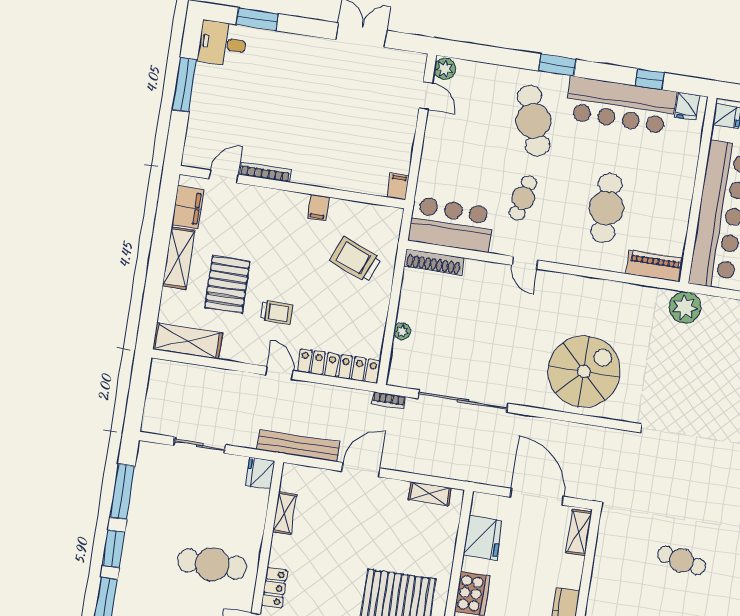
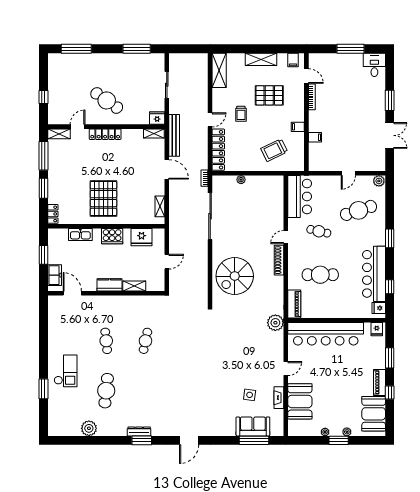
window: (257, 19) -> (390, 100), moved
door: (426, 96) -> (348, 173), moved
cafe table: (534, 121) -> (359, 210), moved
filing cabinet: (398, 186) -> (315, 137), moved
filing cabinet: (188, 207) -> (293, 60), width x0.50
trolley: (356, 259) -> (274, 150), turned -138
shoe rack: (434, 262) -> (279, 260), moved
pallet: (227, 285) -> (269, 95), moved
spiral stairs: (584, 371) -> (235, 276), turned 90
door: (537, 497) -> (167, 262), width x0.53
shelving: (284, 513) -> (154, 133), moved
shelving: (579, 532) -> (134, 286), moved
window: (114, 549) -> (107, 49), removed
cafe table: (212, 564) -> (107, 100), turned -55
locker: (274, 588) -> (105, 134), width x1.53

